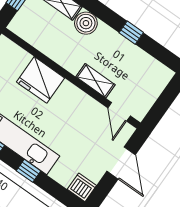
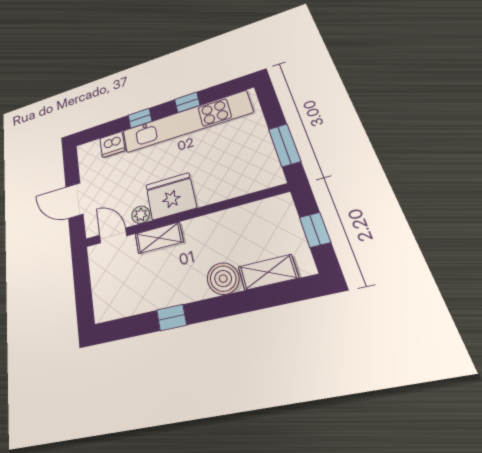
fridge: (40, 80) -> (171, 196), moved
plant: (92, 106) -> (141, 215), added
dishwasher: (82, 187) -> (112, 144), moved

